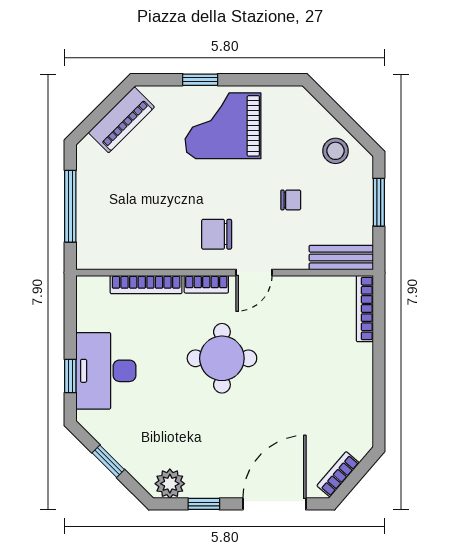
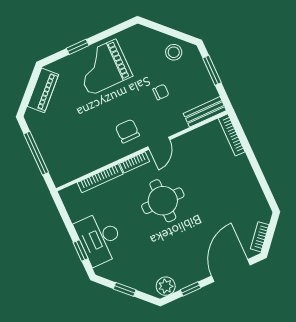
chair: (217, 234) -> (127, 131), turned 90

